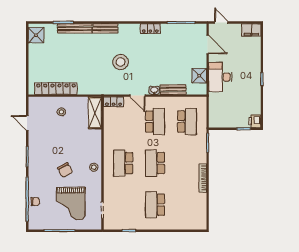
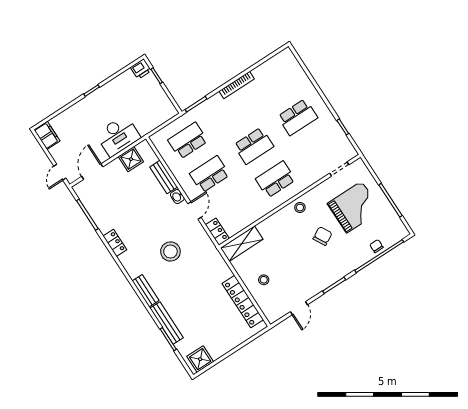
school desk: (123, 163) -> (275, 179), turned 180

